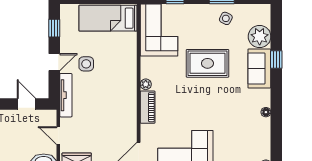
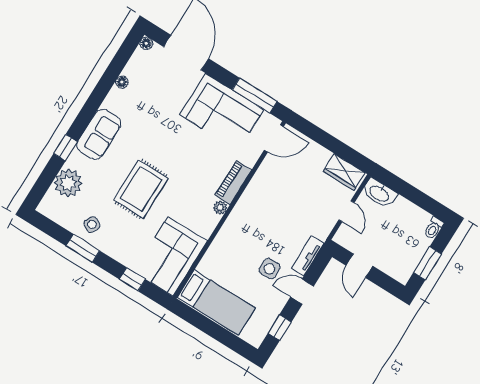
rug: (207, 63) -> (141, 189), turned 90
sofa: (259, 68) -> (99, 134), moved
tv unit: (66, 95) -> (308, 256), width x0.71
floor lamp: (266, 112) -> (122, 82), moved

